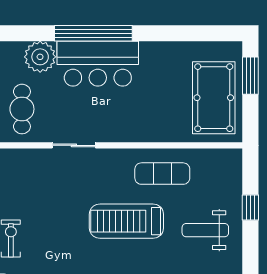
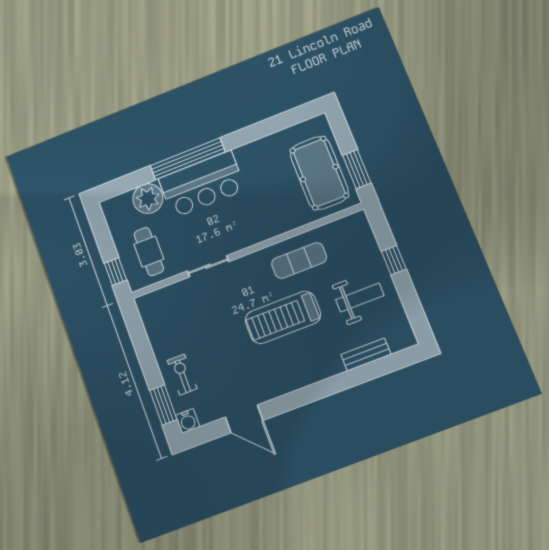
window: (250, 76) -> (357, 169), moved
weight bench: (205, 230) -> (360, 298), turned 180

